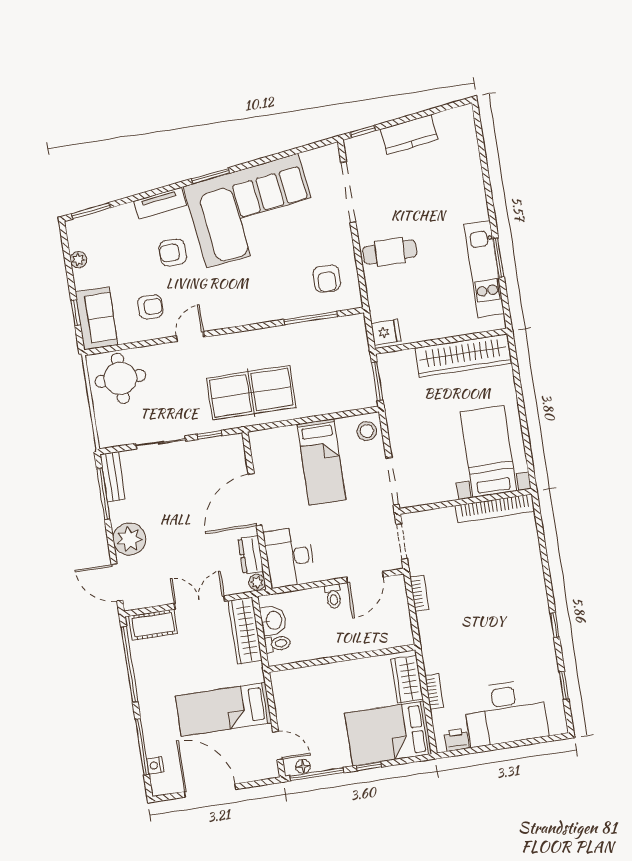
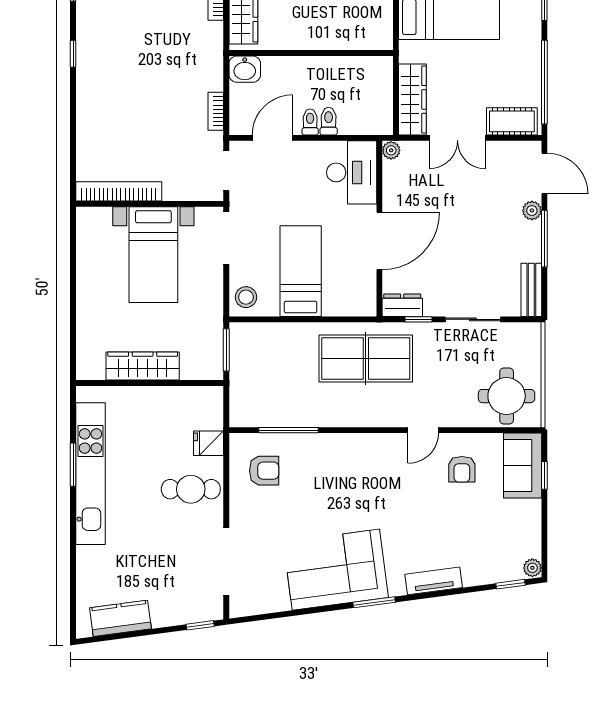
kitchen counter: (409, 134) -> (120, 618), moved
window: (91, 211) -> (511, 584), width x0.67
corner sofa: (252, 211) -> (336, 570), width x0.73, depth x0.74
armchair: (173, 253) -> (428, 525), removed
plant: (78, 260) -> (532, 568), moved
kitchen unit: (484, 269) -> (91, 474), width x1.36
armchair: (327, 279) -> (264, 471), turned 90
armchair: (150, 307) -> (462, 469), turned -90
fridge: (386, 332) -> (209, 443), moved
wardrobe: (463, 356) -> (143, 366), width x0.71, depth x0.85
bed with nightstands: (488, 451) -> (153, 255), moved
window: (103, 494) -> (544, 239), moved
plant: (129, 539) -> (532, 211), width x0.53, depth x0.53
dresser: (251, 555) -> (402, 305), moved, turned -90
washbasin: (273, 620) -> (245, 69), moved, turned -90
toilet: (277, 644) -> (329, 121), moved, turned 90

